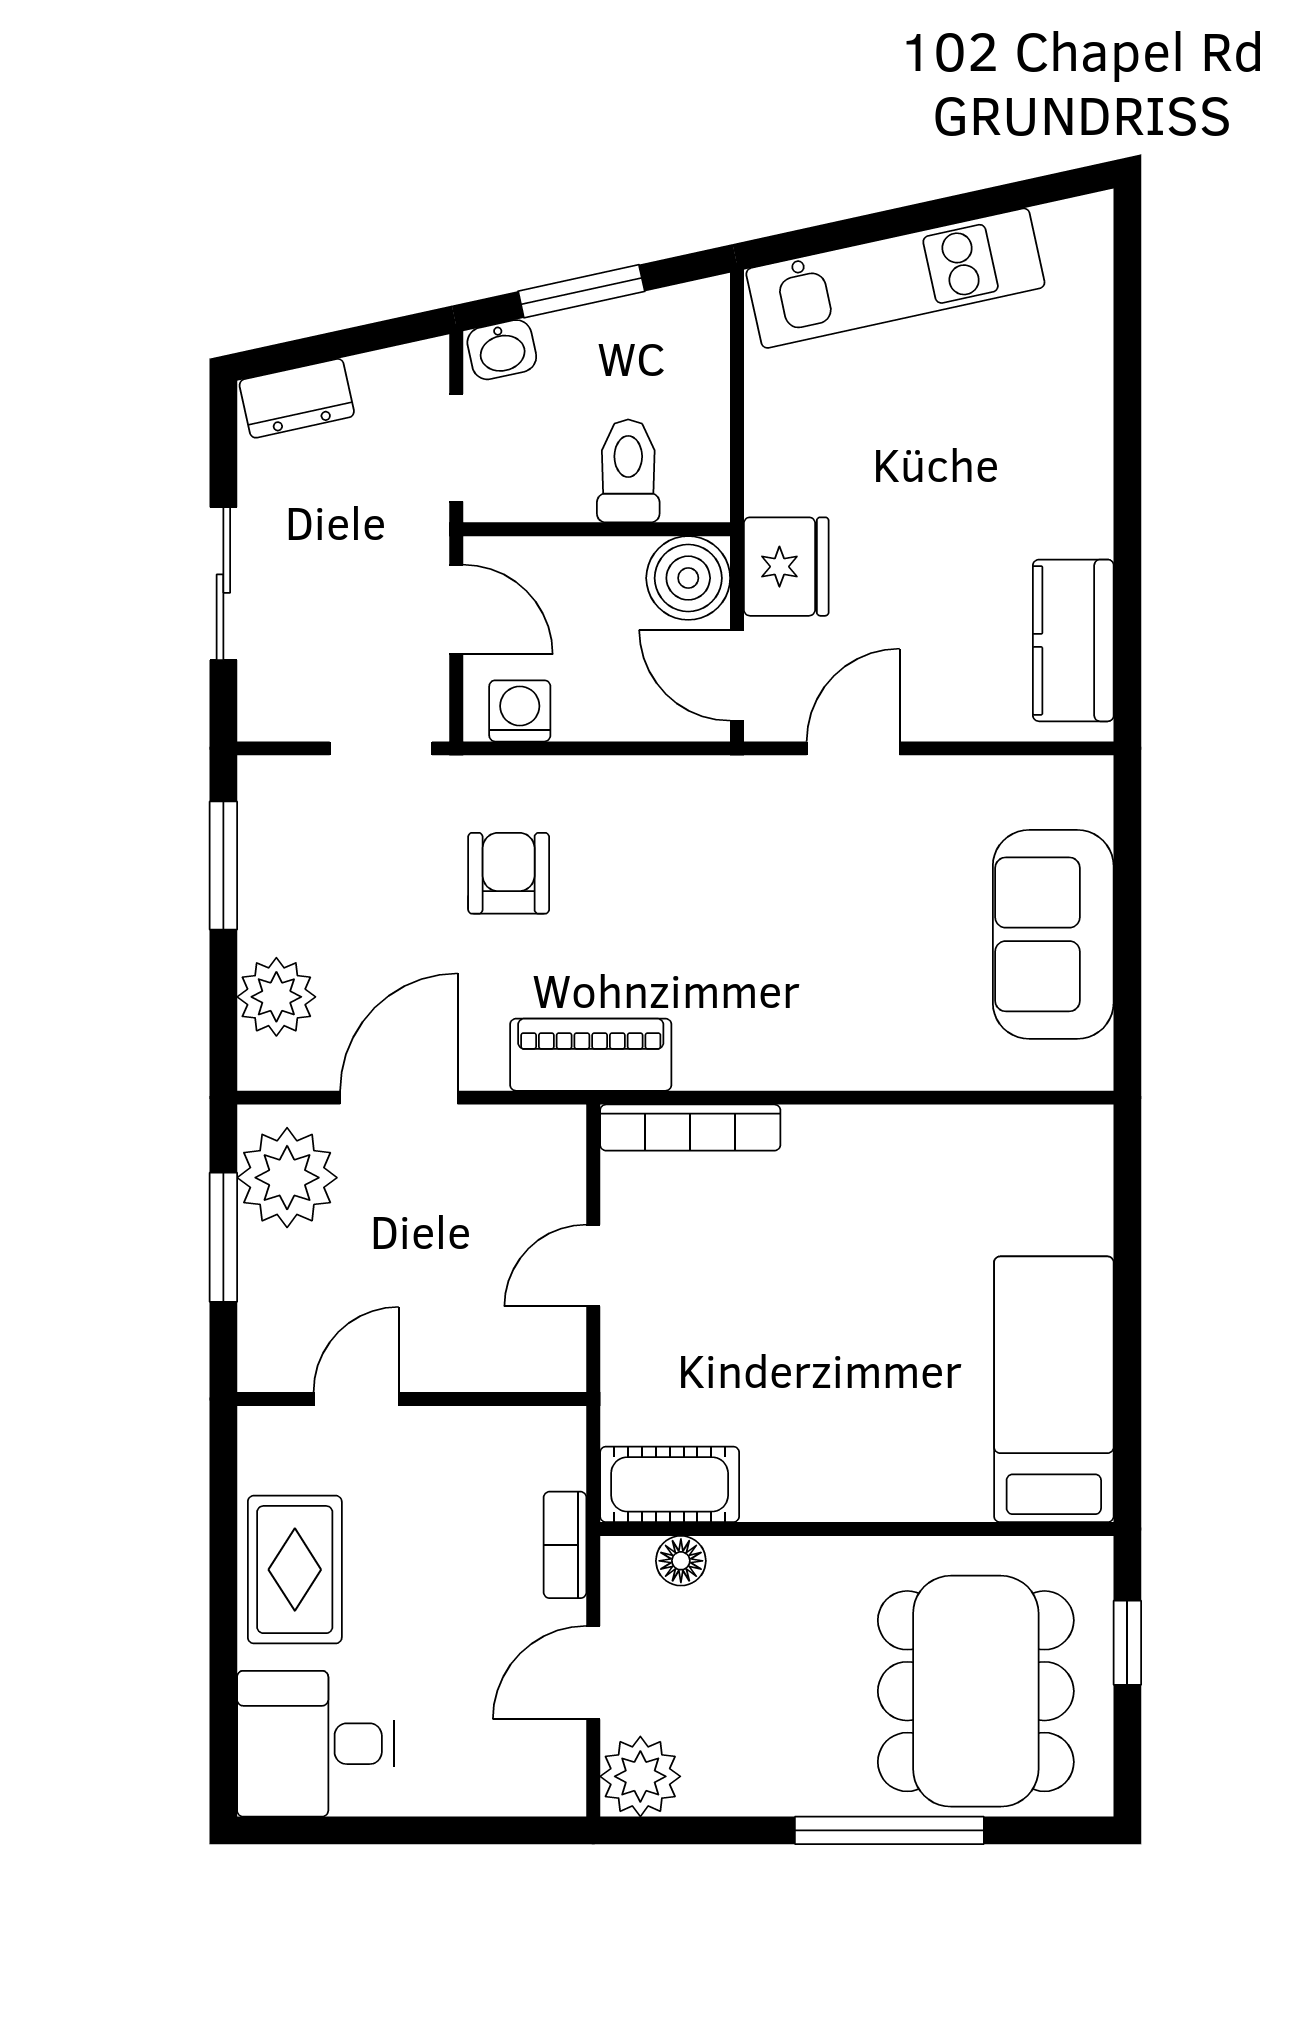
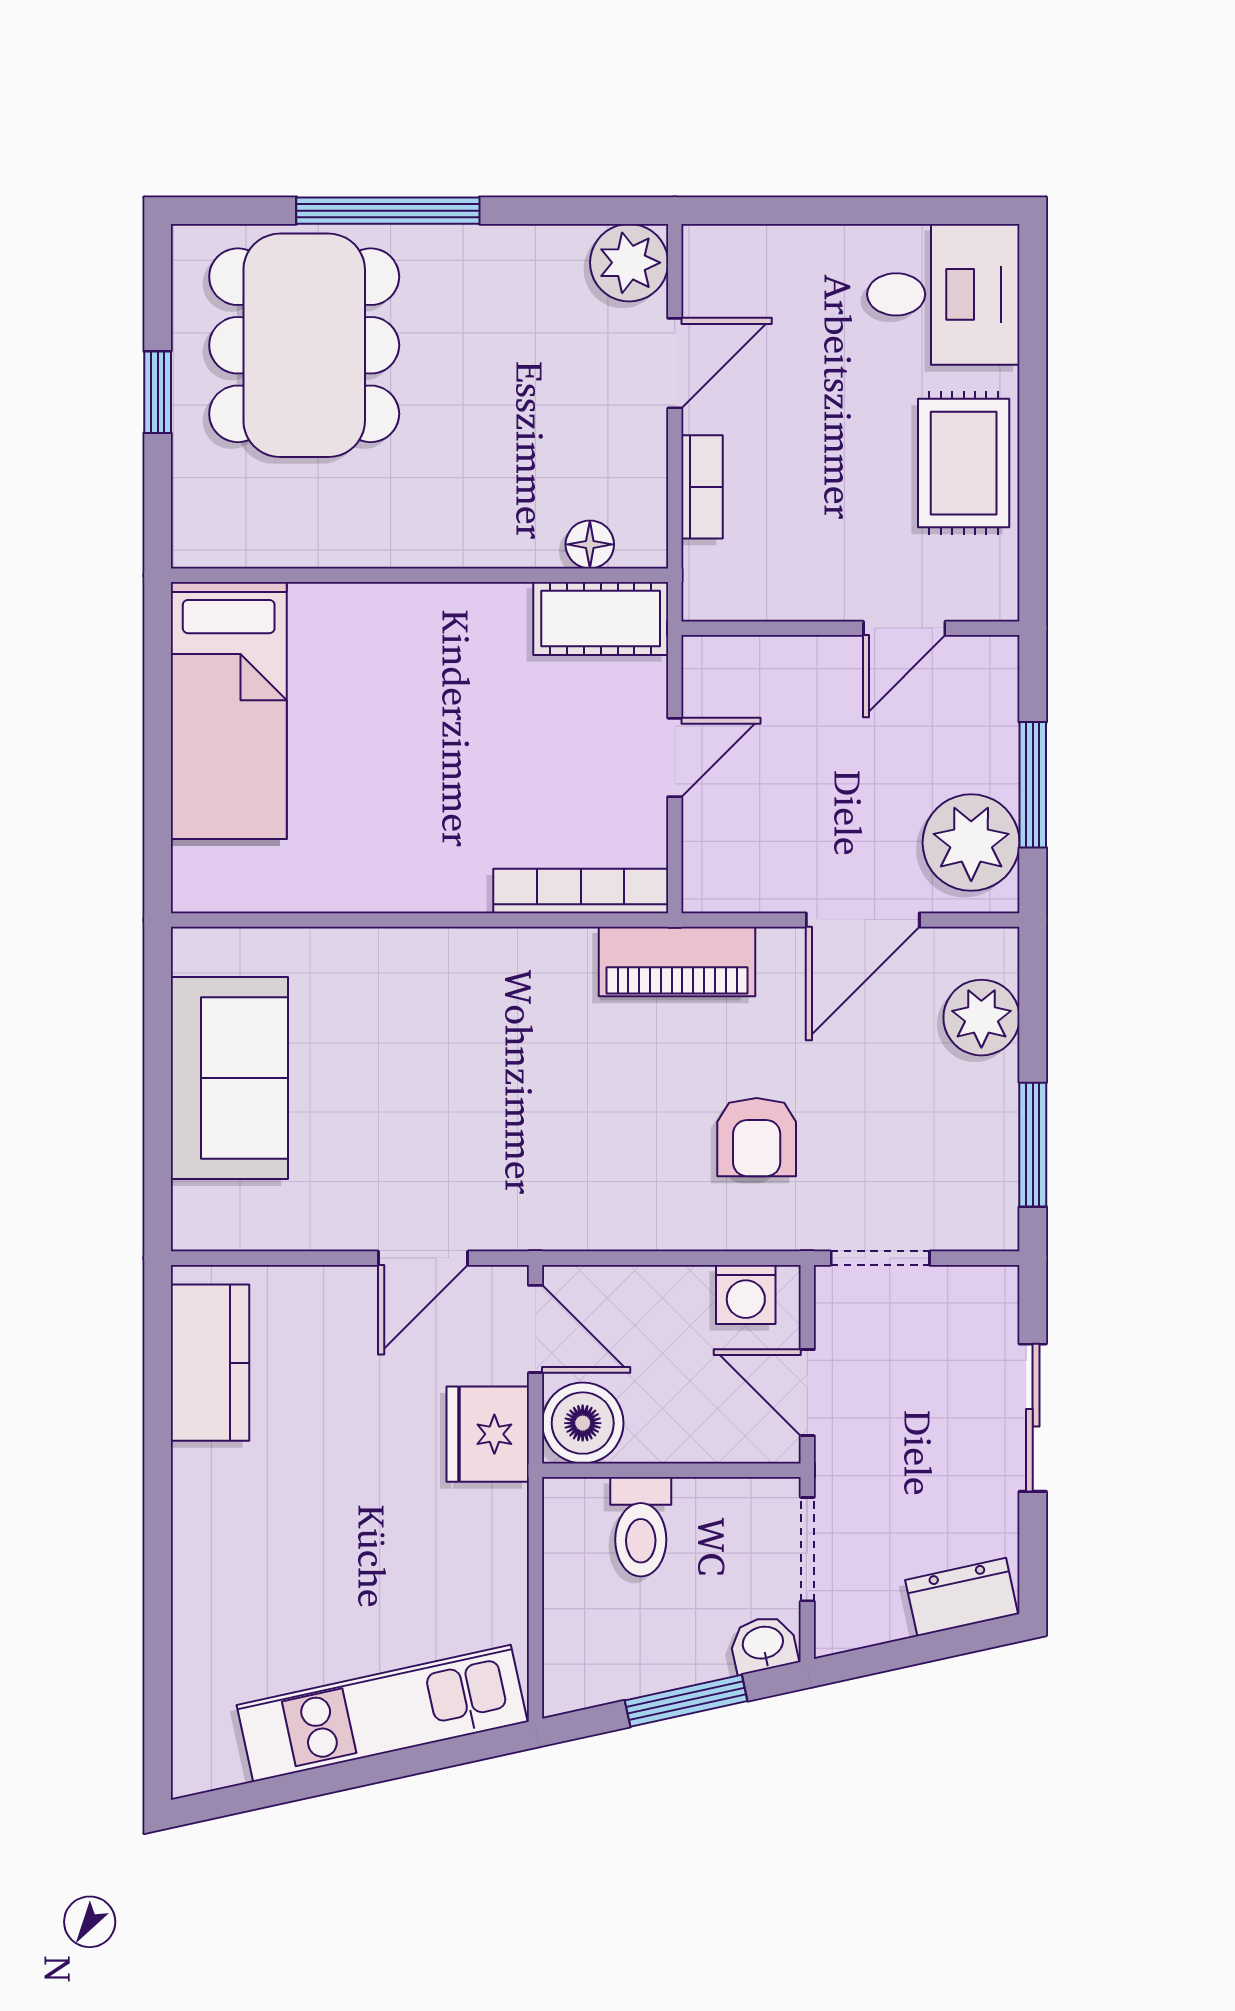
bed: (1054, 1389) -> (229, 710), moved
cot: (670, 1484) -> (601, 618), moved
wall: (857, 1529) -> (419, 575), moved
floor lamp: (681, 1561) -> (590, 544), moved

